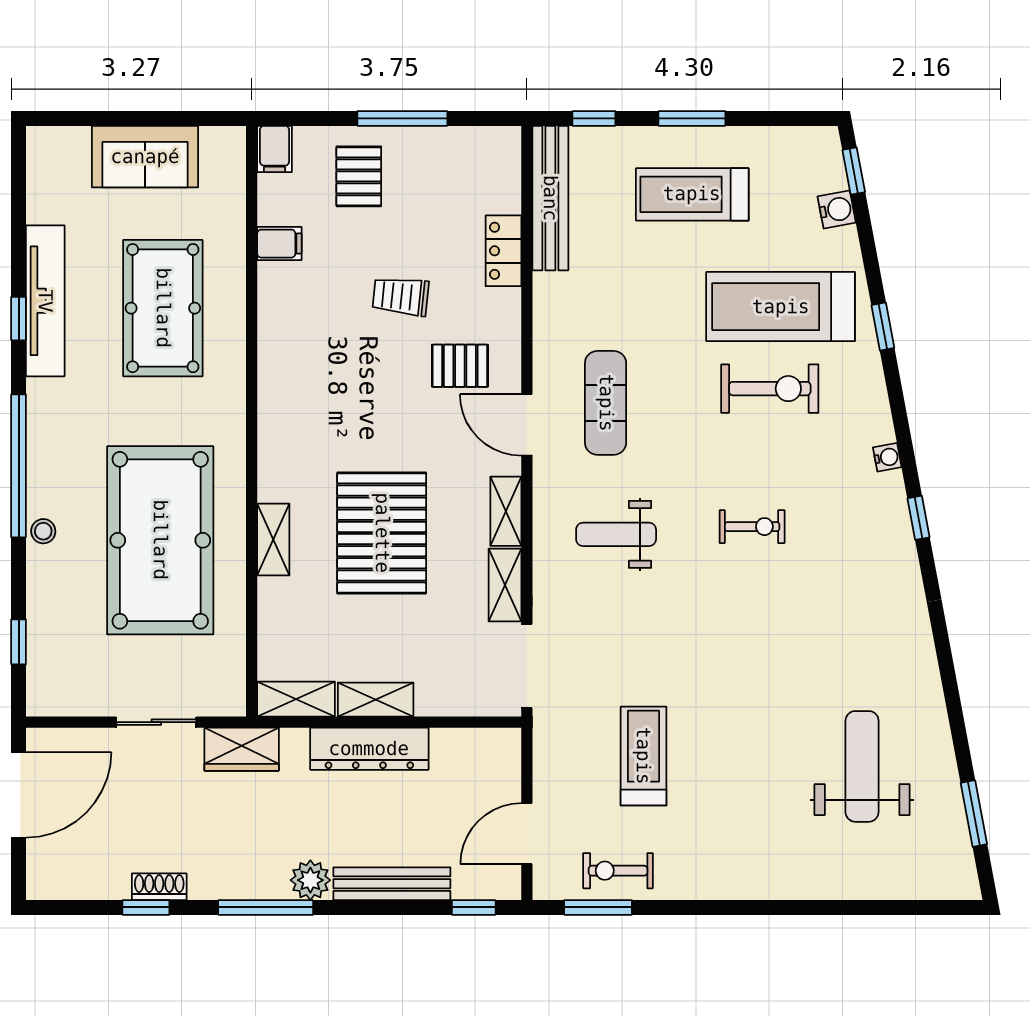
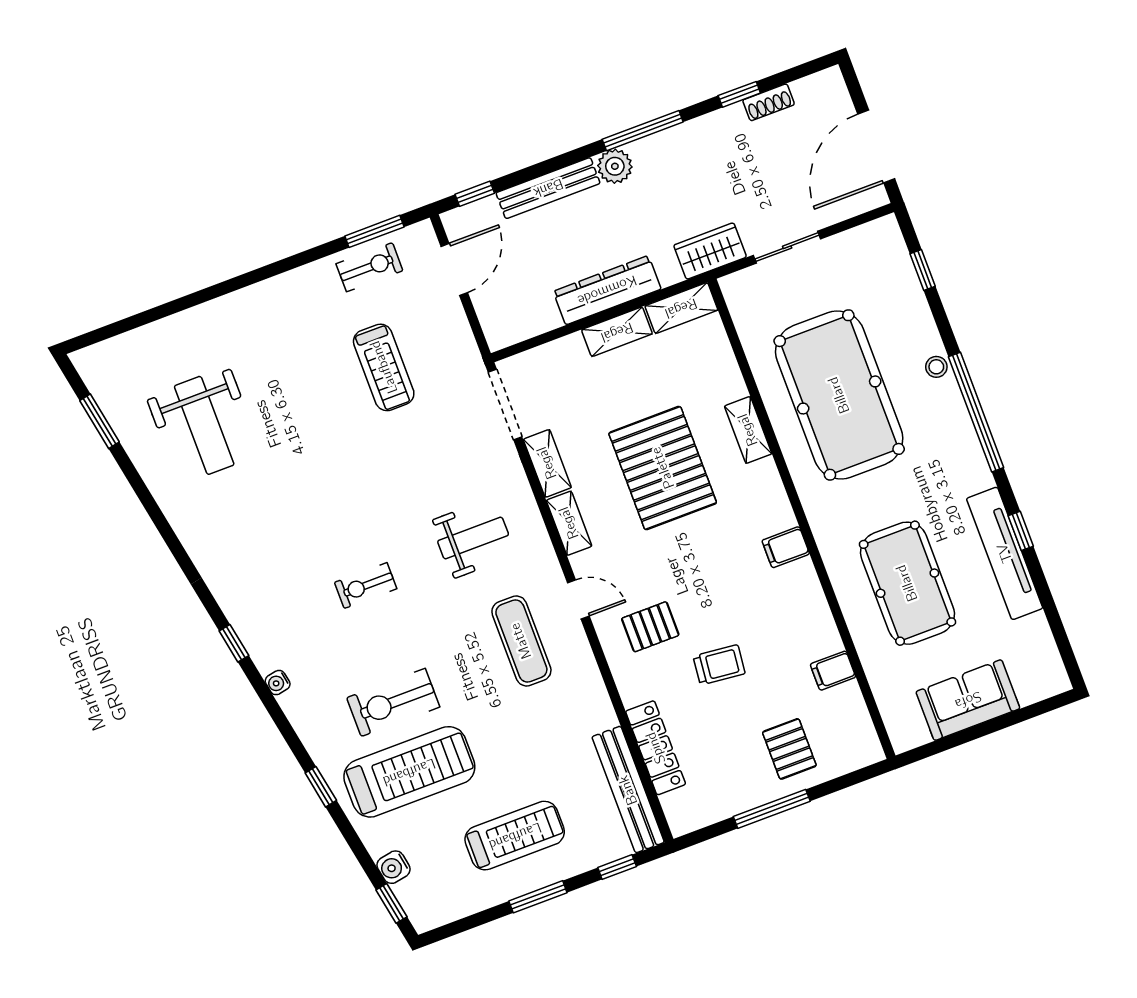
filing cabinet: (275, 149) -> (786, 547), moved, turned -90
locker: (503, 251) -> (656, 748), width x1.53
door: (527, 425) -> (578, 599), width x0.73
shoe rack: (159, 887) -> (769, 102), moved

